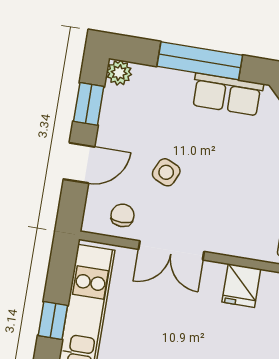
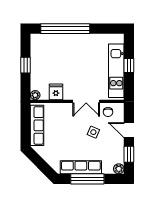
row of seats: (227, 94) -> (81, 167), width x1.48
door: (79, 163) -> (129, 130), hinge flipped
double door: (171, 250) -> (86, 101), swing flipped

